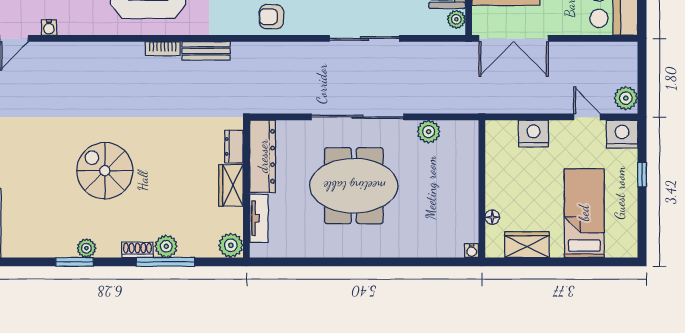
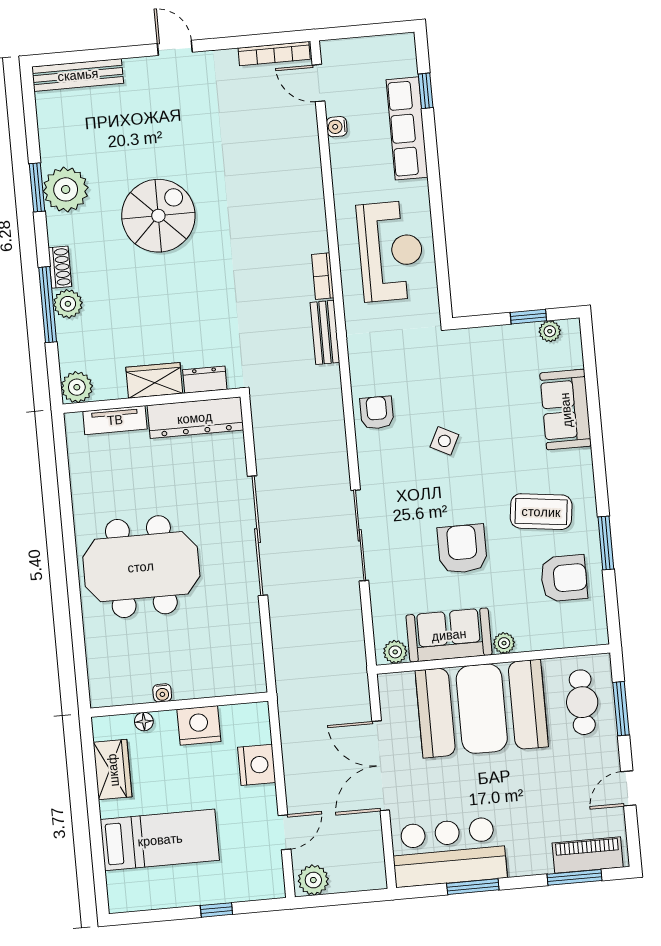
double door: (514, 38) -> (381, 766), moved
plant: (429, 132) -> (247, 629), removed
nightstand: (622, 134) -> (199, 725), moved, turned -90
meeting table: (354, 186) -> (141, 567), moved, turned 90
plant: (86, 248) -> (66, 189), width x1.88, depth x1.88
water cooler: (472, 251) -> (162, 693), moved, turned -90

